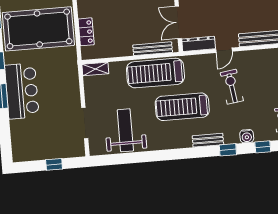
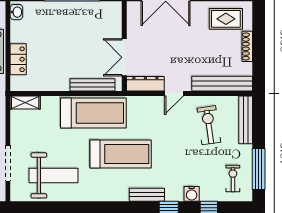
treadmill: (155, 73) -> (93, 113), turned 180
exercise bike: (232, 87) -> (209, 125), moved
treadmill: (182, 107) -> (121, 154), turned 180
weight bench: (125, 130) -> (54, 175), turned 90

